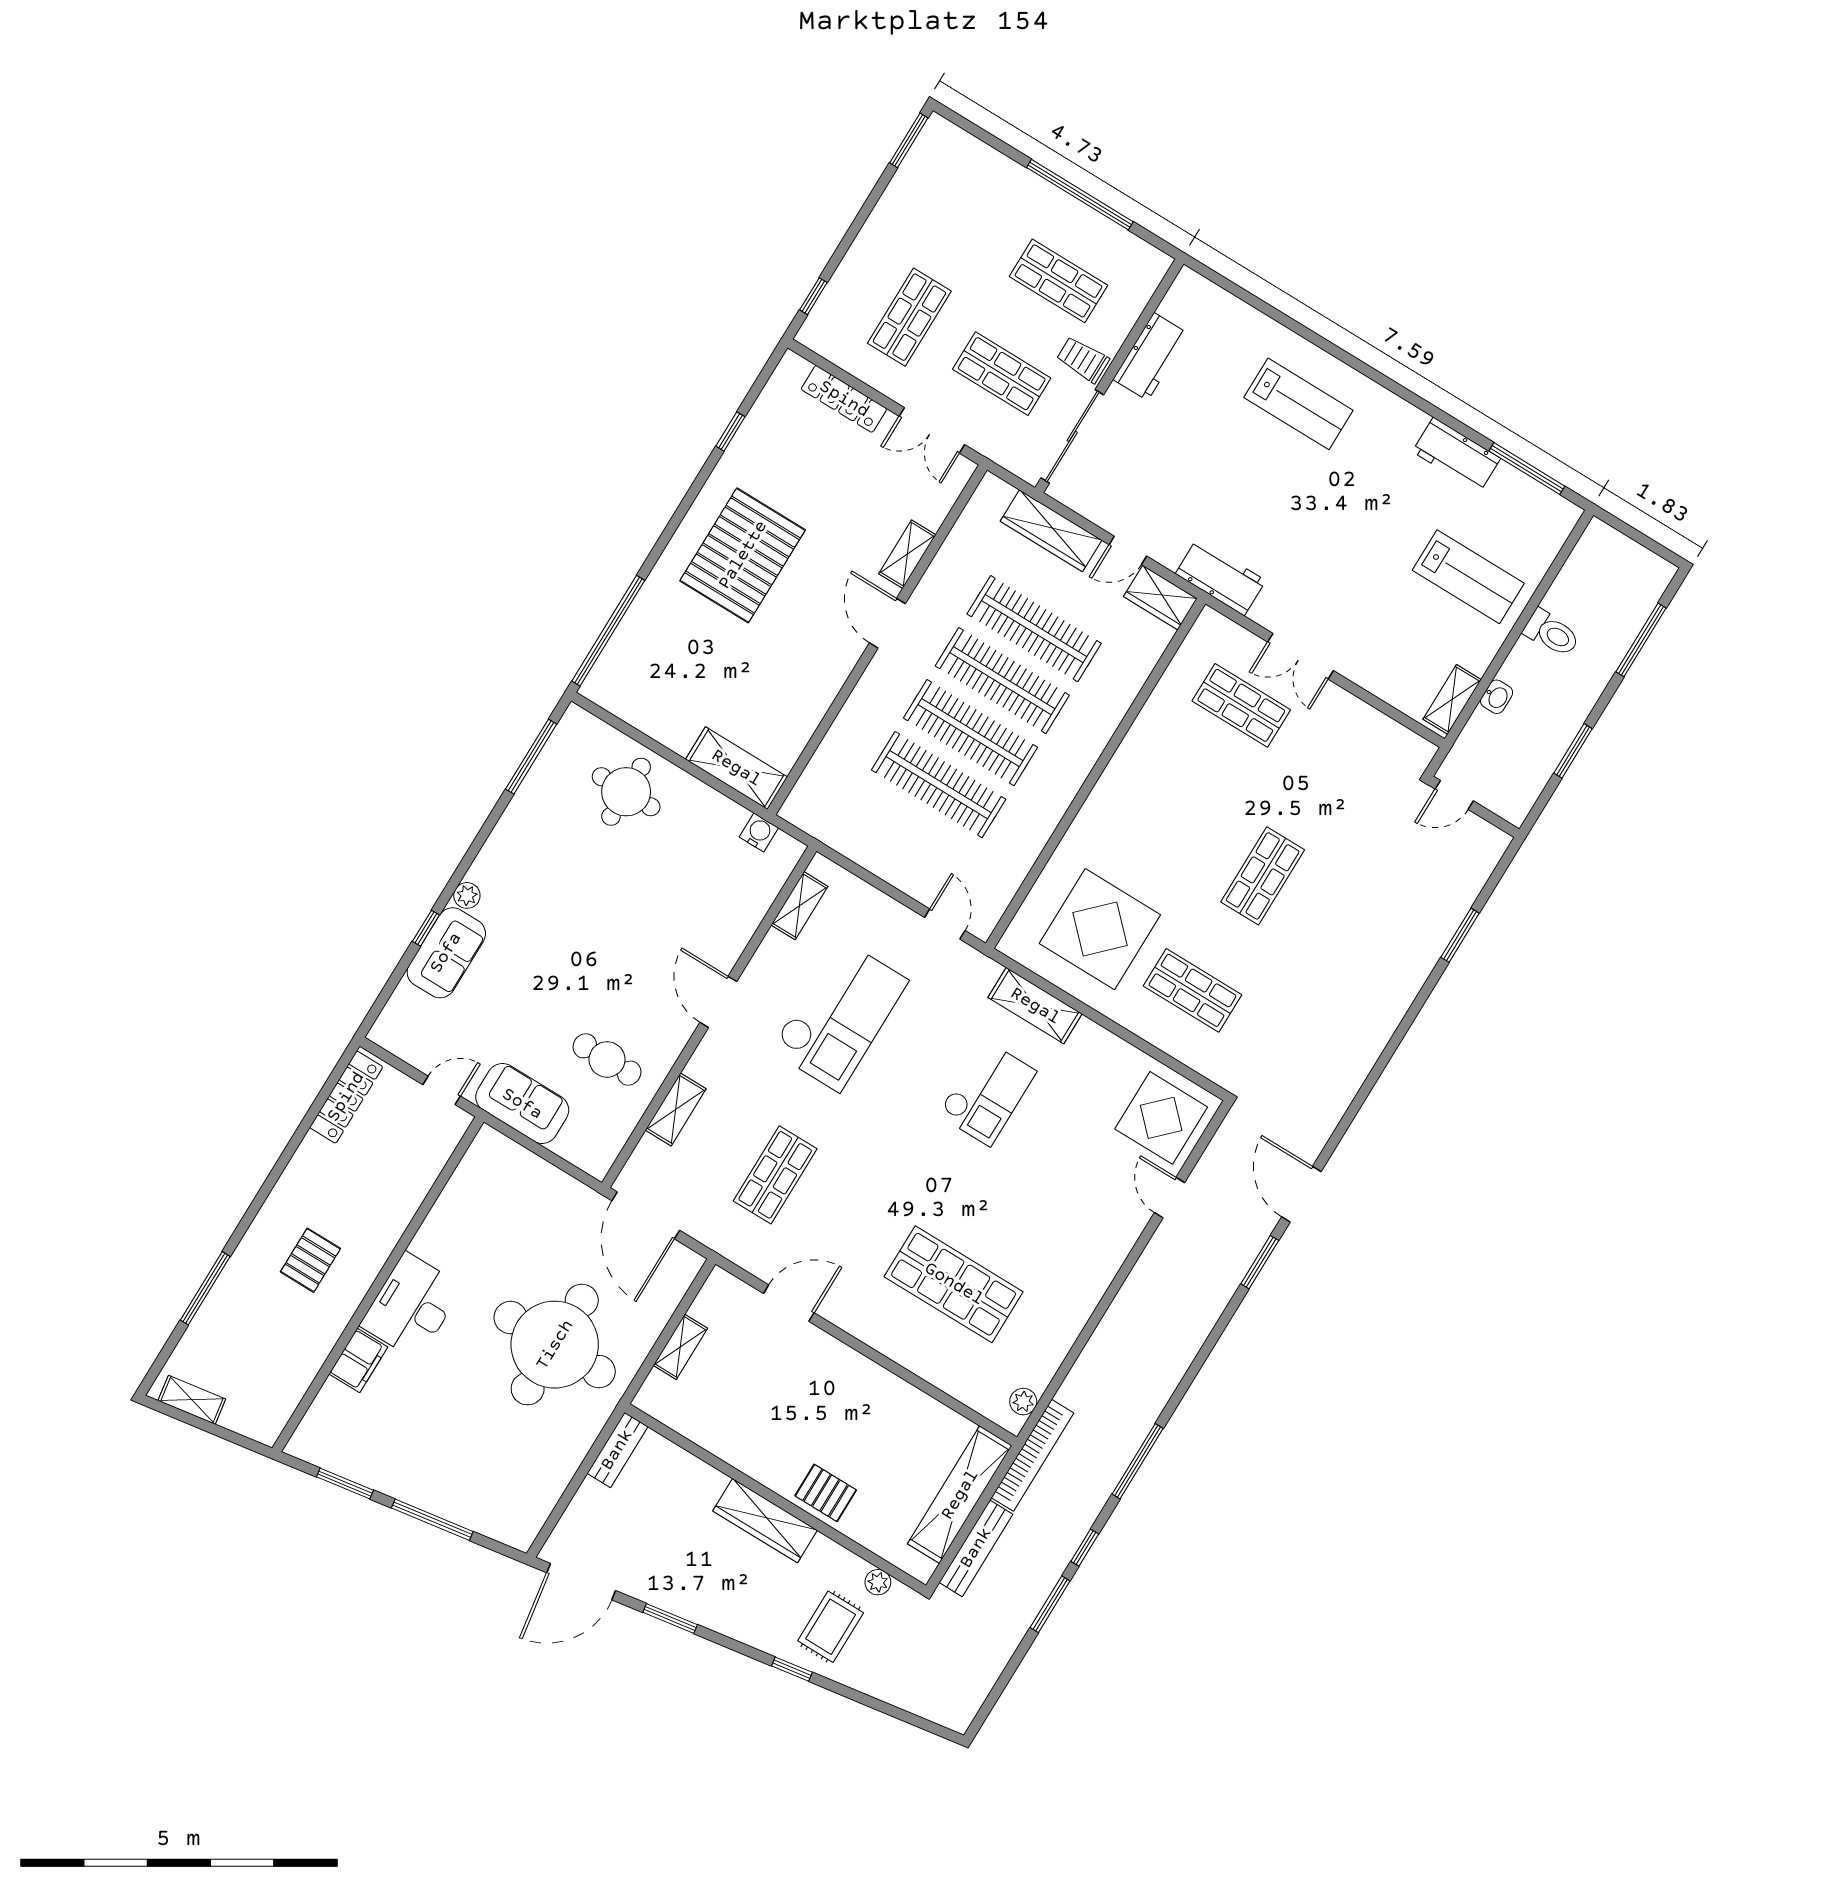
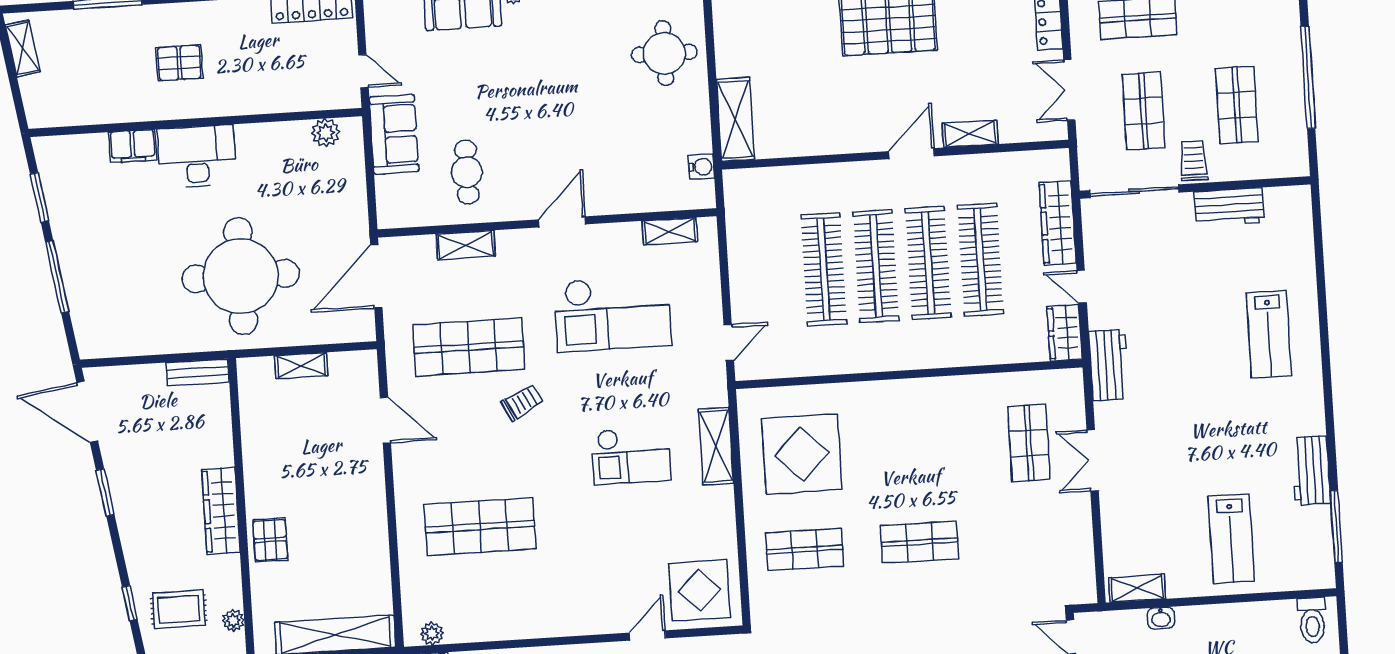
toilet: (1552, 633) -> (1312, 620), moved
shop shelf: (1193, 990) -> (804, 549), turned 90
trolley: (863, 1161) -> (522, 402), added
plant: (475, 1167) -> (326, 133), added
shop shelf: (775, 1175) -> (469, 347), width x1.43, depth x1.36
shop shelf: (954, 1284) -> (480, 527), turned 90

